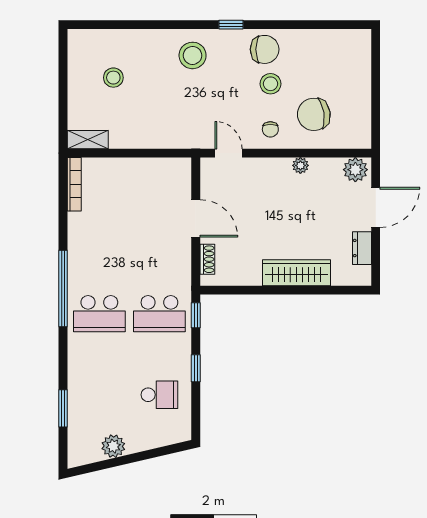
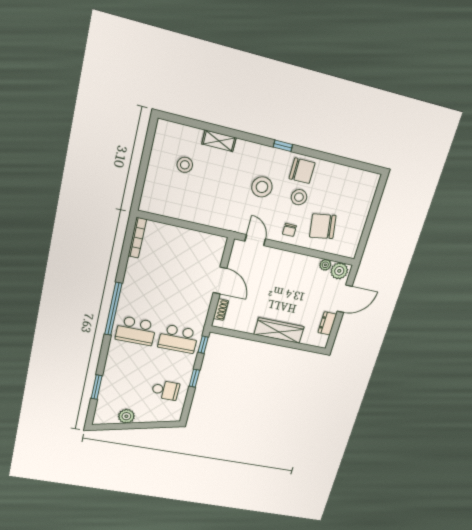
stool: (193, 55) -> (262, 187), moved
shelving: (88, 140) -> (219, 141), moved
plant: (300, 165) -> (325, 265), moved

